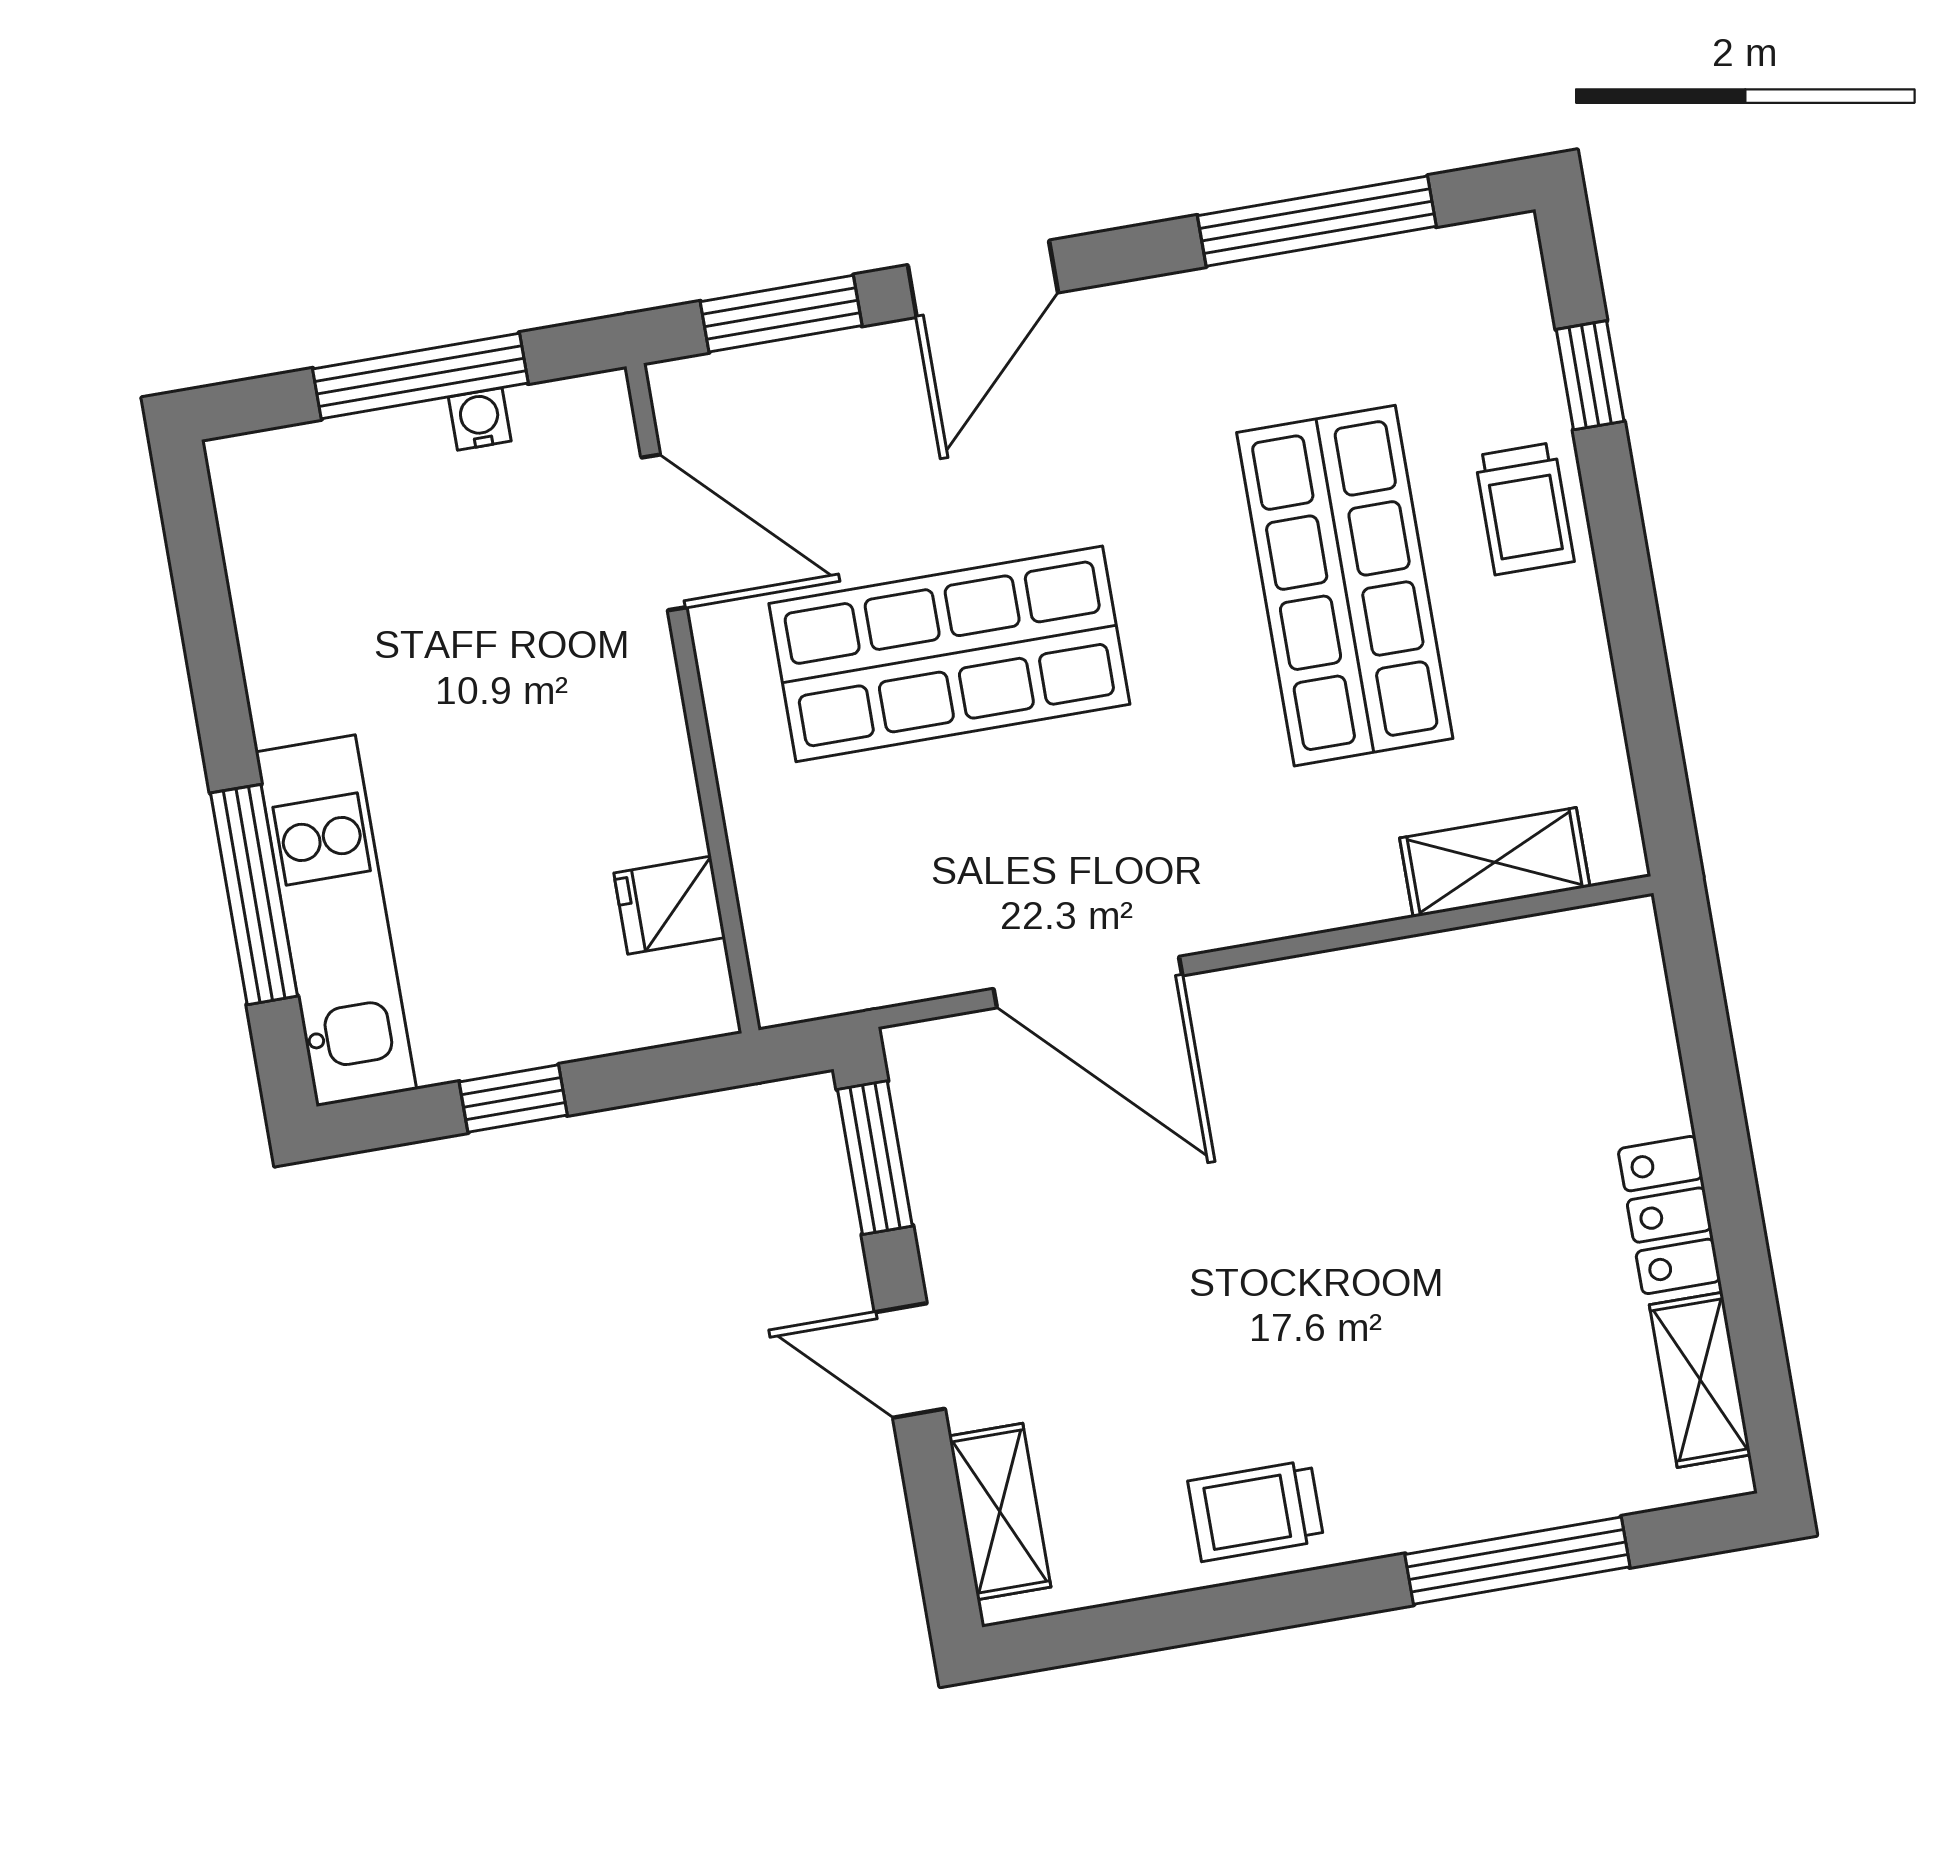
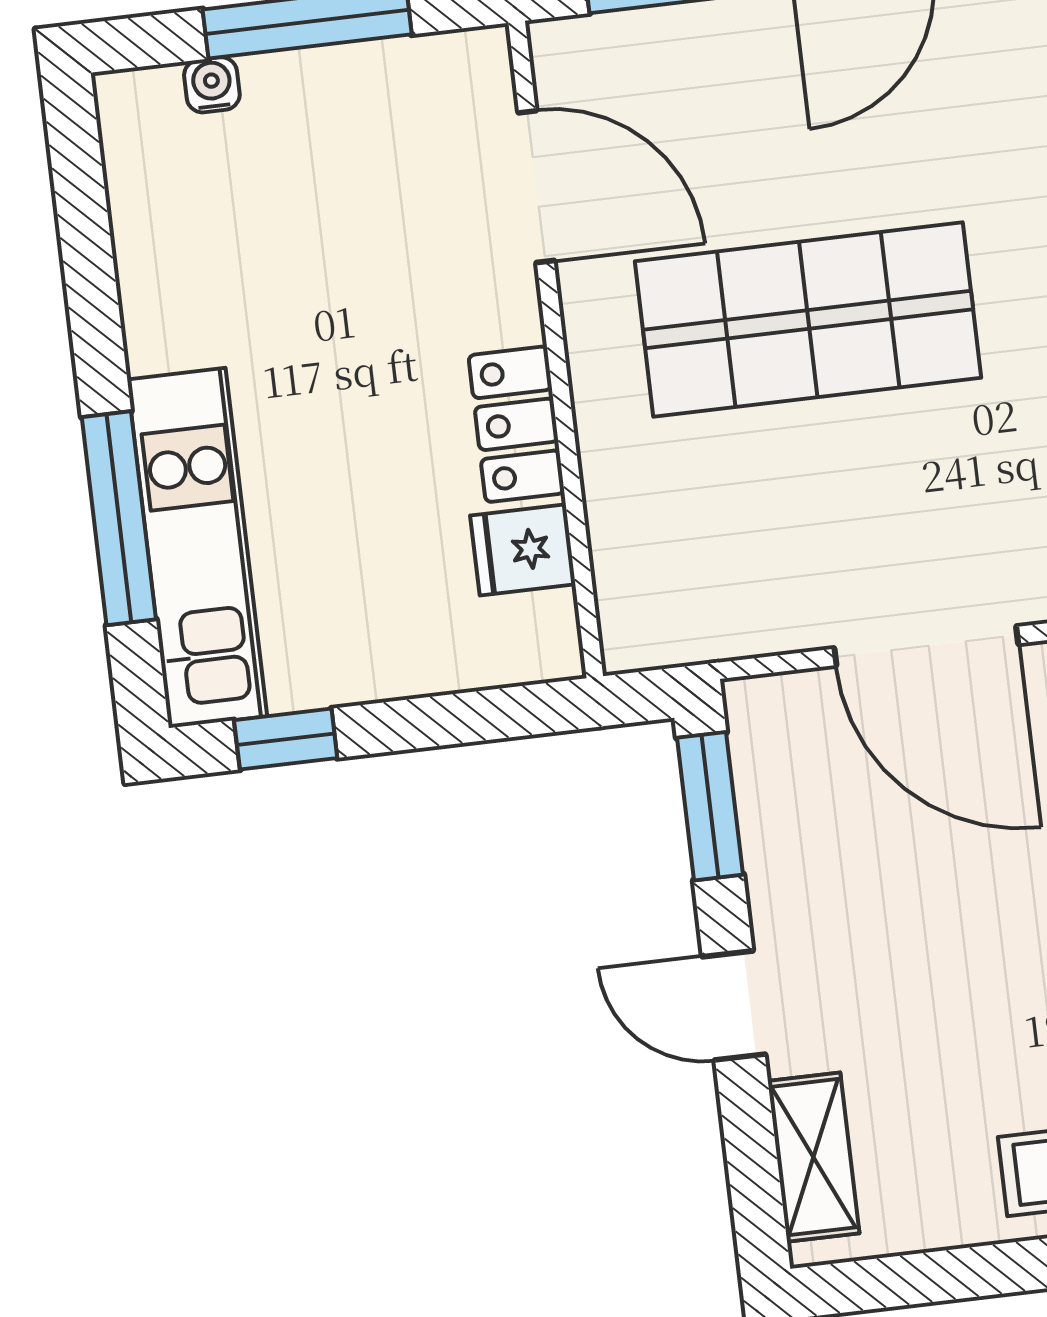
water cooler: (480, 419) -> (212, 85), moved
locker: (656, 777) -> (516, 424), added
window: (513, 1099) -> (286, 739), moved

